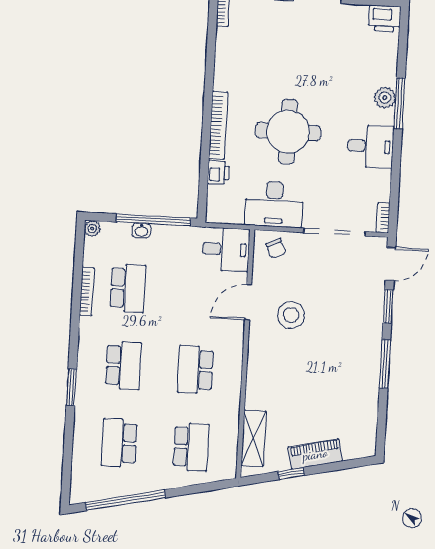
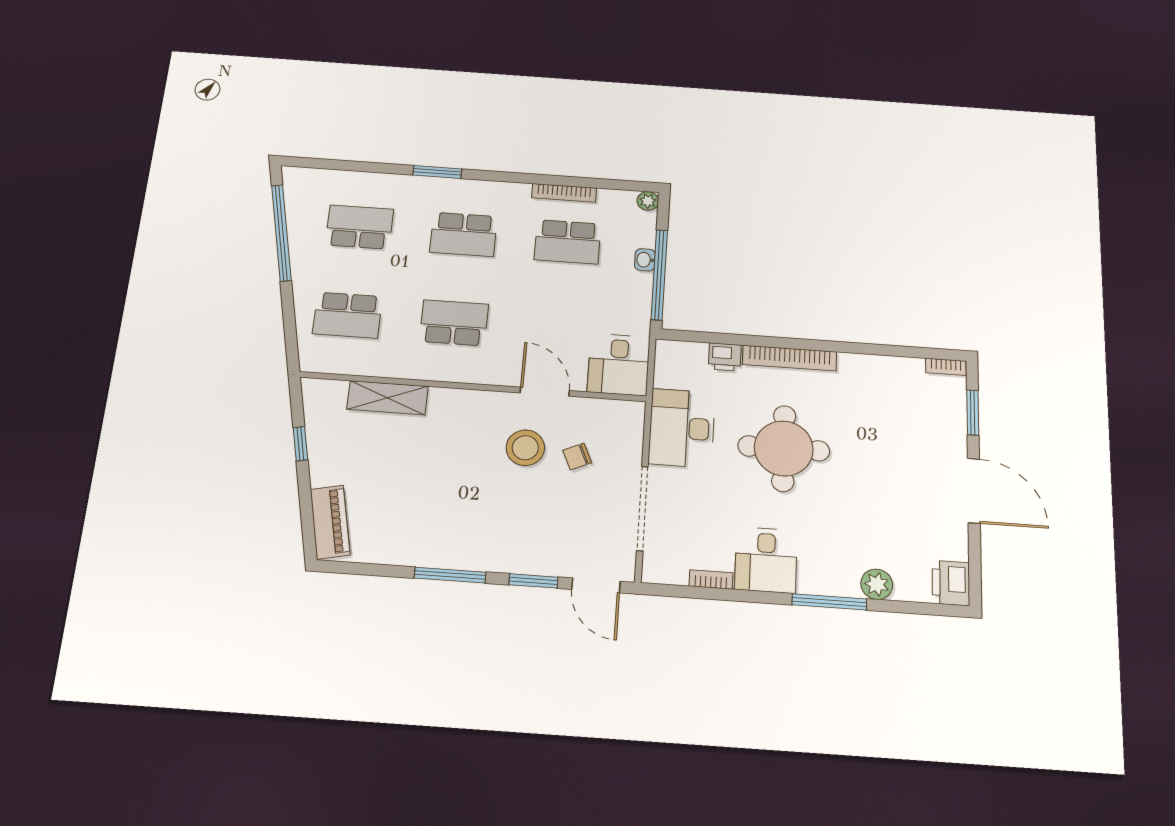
plant: (385, 98) -> (877, 584), moved
bookcase: (383, 218) -> (711, 580), moved
chair: (276, 248) -> (577, 457), moved
shelving: (254, 438) -> (387, 398), moved
piano: (315, 454) -> (330, 522), moved

